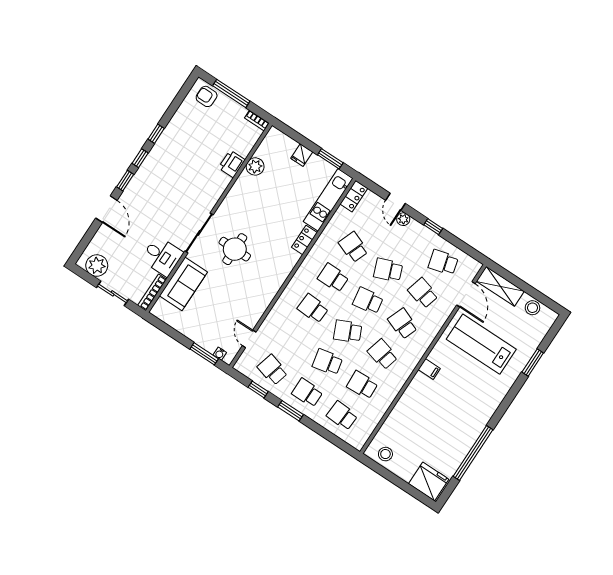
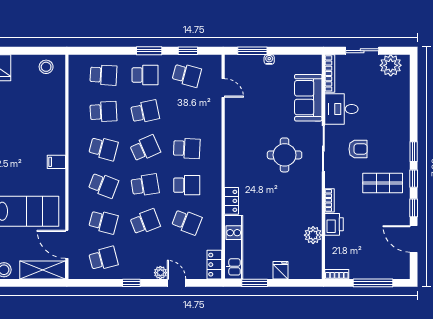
armchair: (207, 96) -> (358, 149), moved
shop shelf: (168, 172) -> (383, 183), added
bookcase: (222, 186) -> (330, 200), added
door: (106, 209) -> (414, 239), moved
water cooler: (220, 354) -> (269, 59), moved

